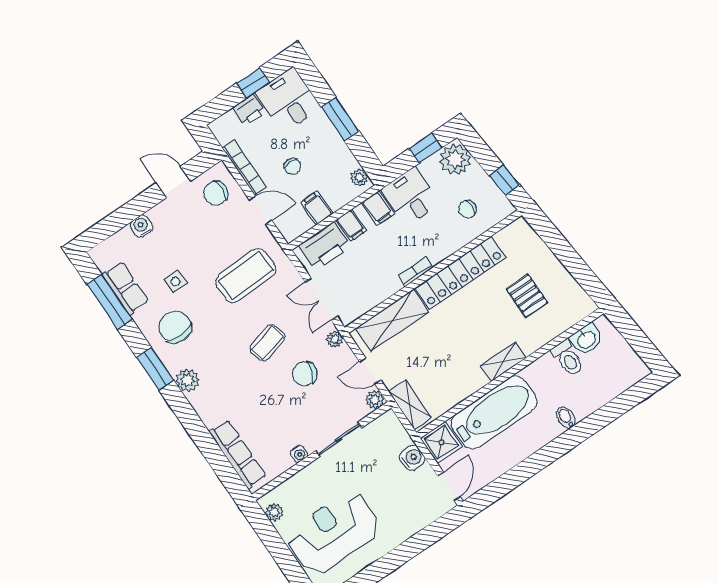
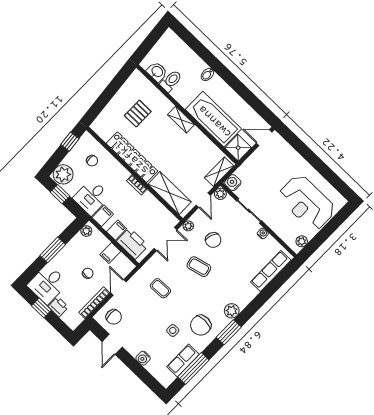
coffee table: (246, 276) -> (160, 288), width x0.54, depth x0.58
water cooler: (412, 458) -> (233, 183), moved

